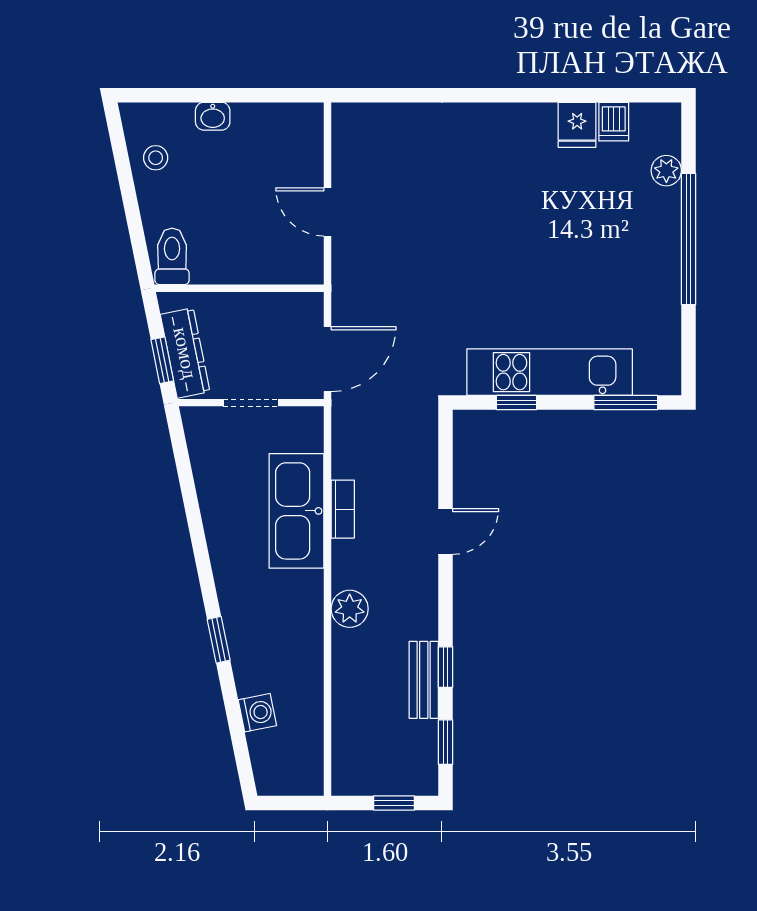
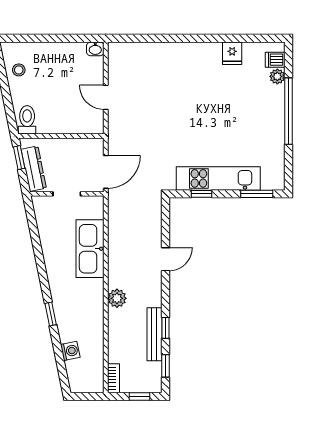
washbasin: (213, 116) -> (95, 49), moved
dishwasher: (614, 122) -> (275, 60), moved, turned 90
window: (162, 360) -> (19, 158), moved
bookcase: (343, 509) -> (113, 378), moved
bench: (424, 680) -> (154, 334), width x1.36

